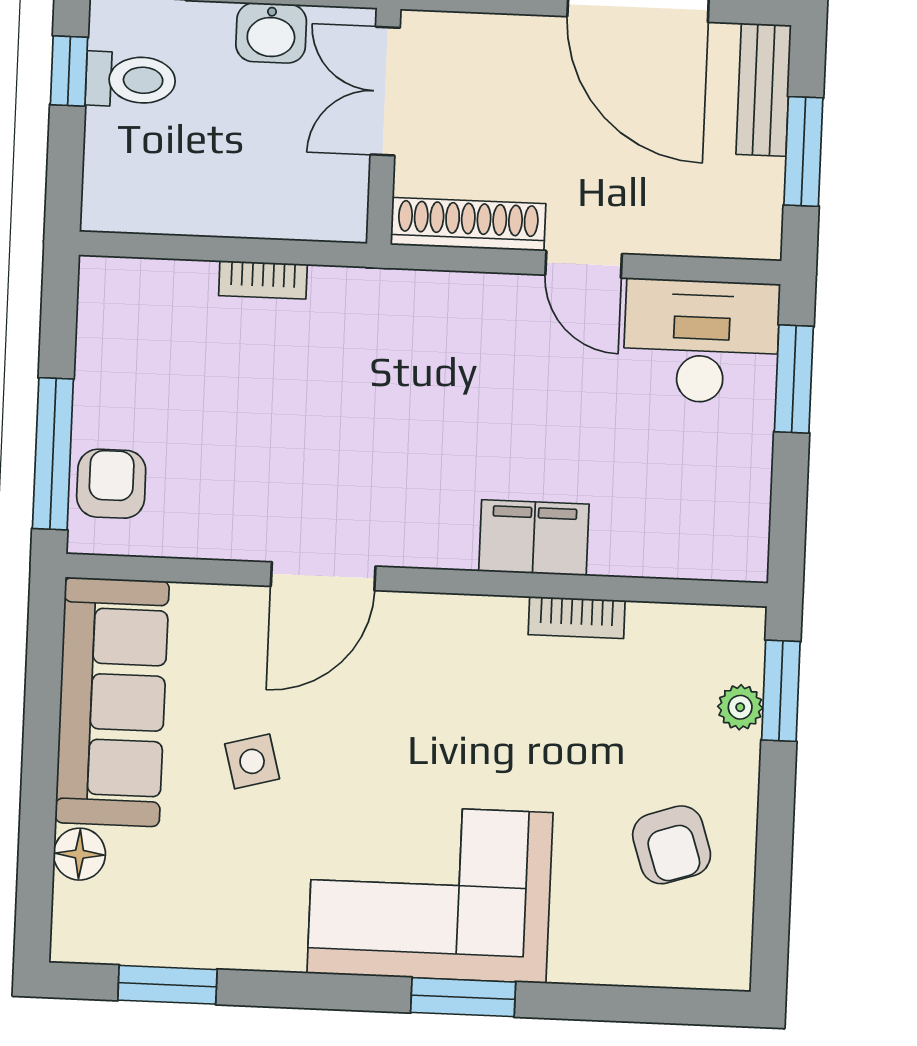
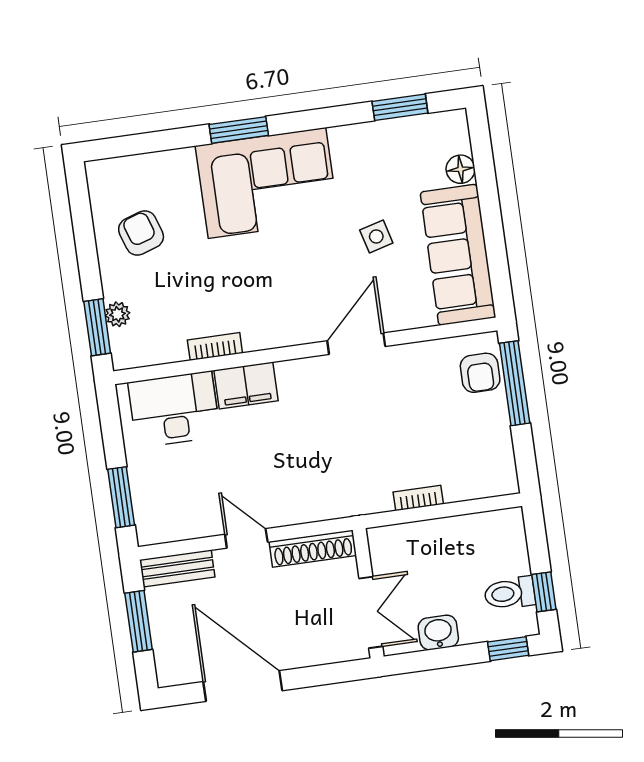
bench: (764, 90) -> (177, 568), moved, turned 90
desk: (701, 341) -> (174, 409), moved, turned 180

